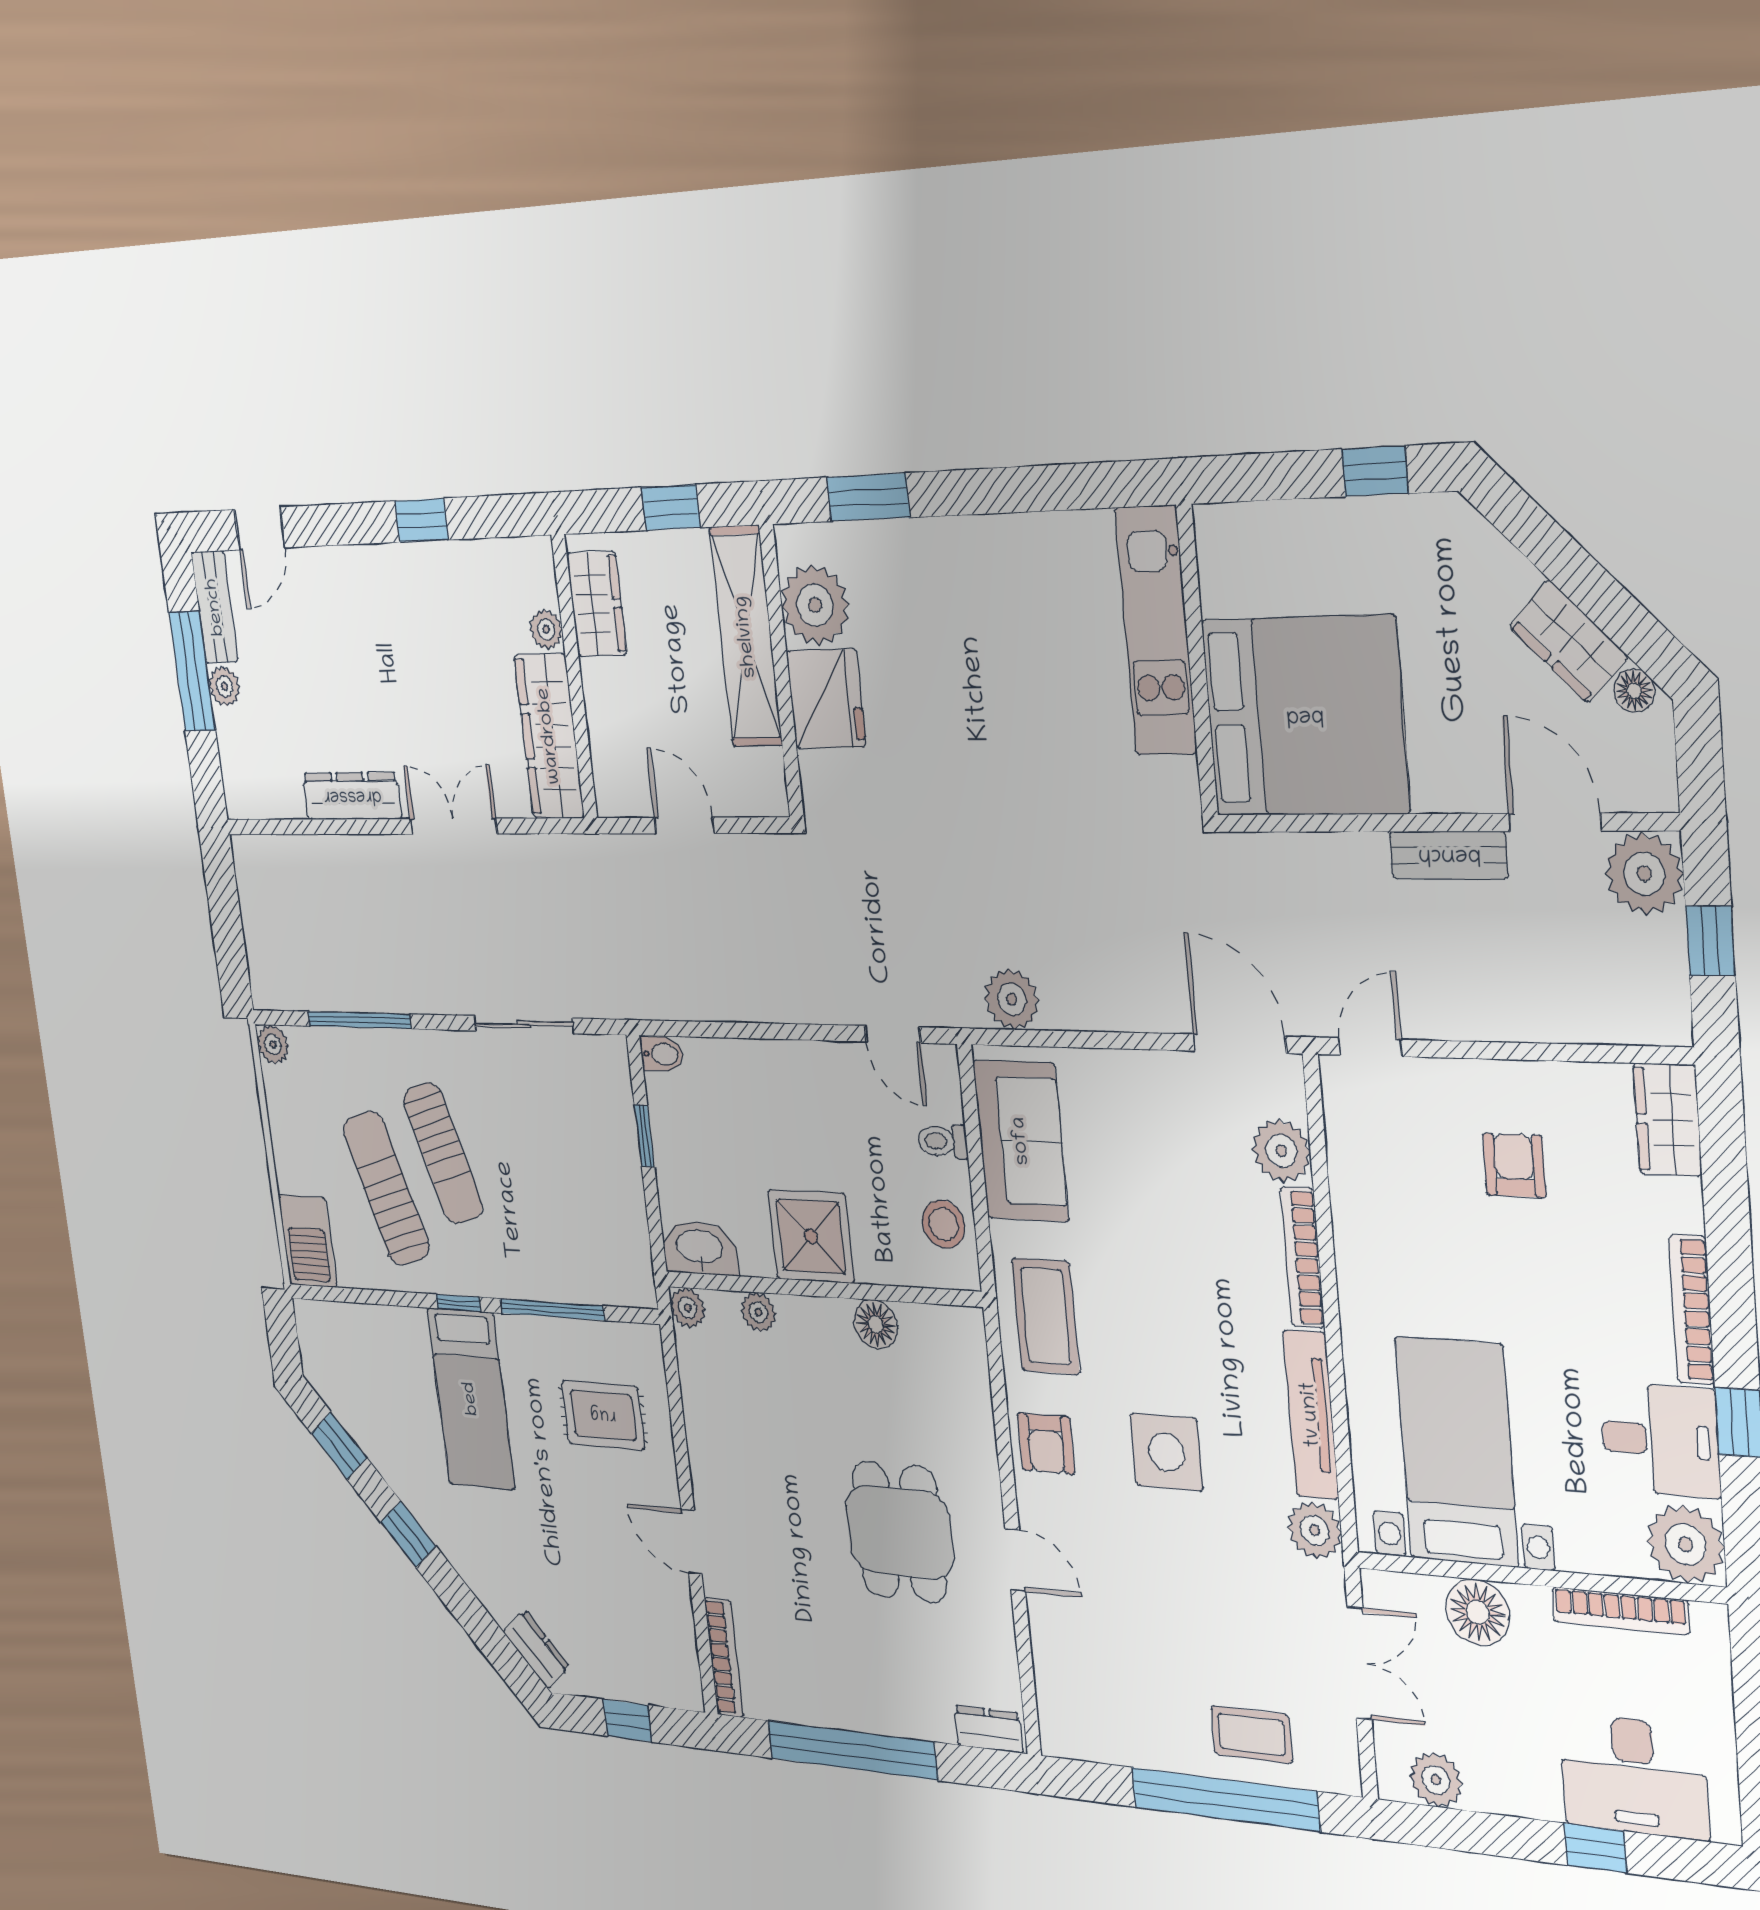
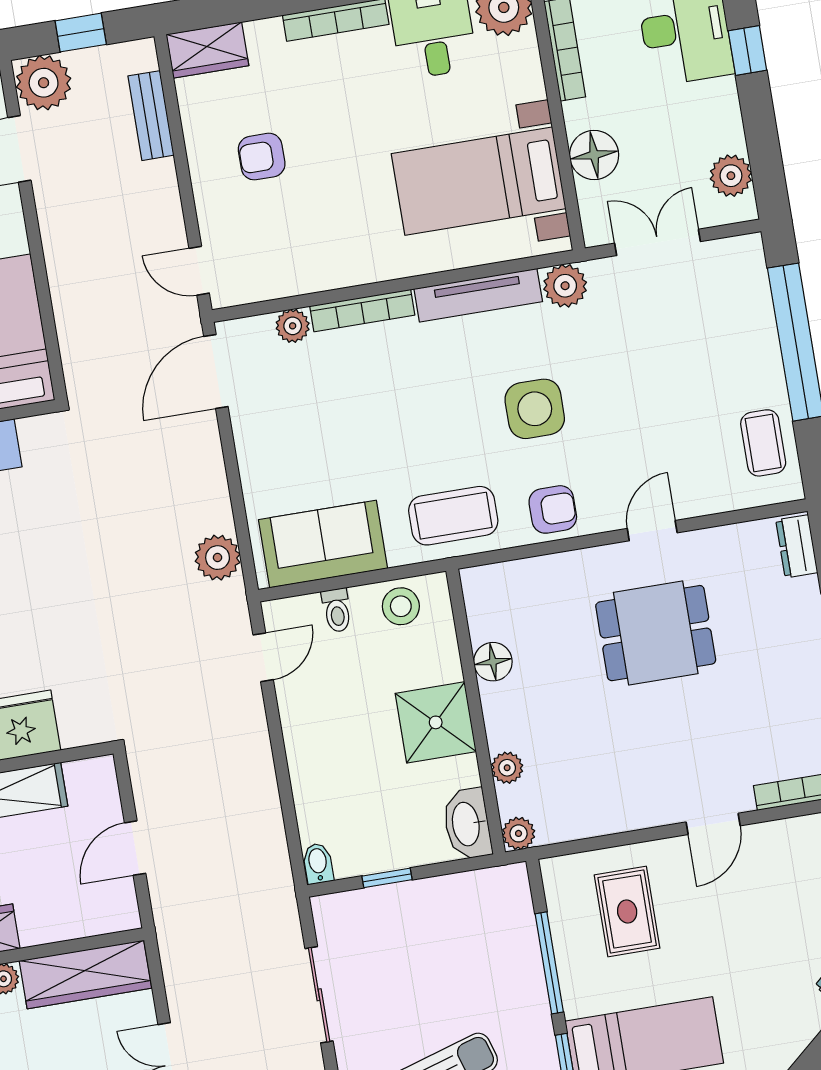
bench: (1449, 855) -> (151, 116), moved
plant: (1281, 1151) -> (293, 326), width x0.73, depth x0.73
coffee table: (1252, 1735) -> (763, 443), moved

